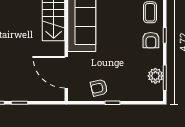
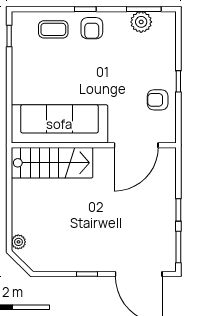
armchair: (151, 40) -> (92, 28), turned 90
armchair: (99, 88) -> (158, 100), turned 103

